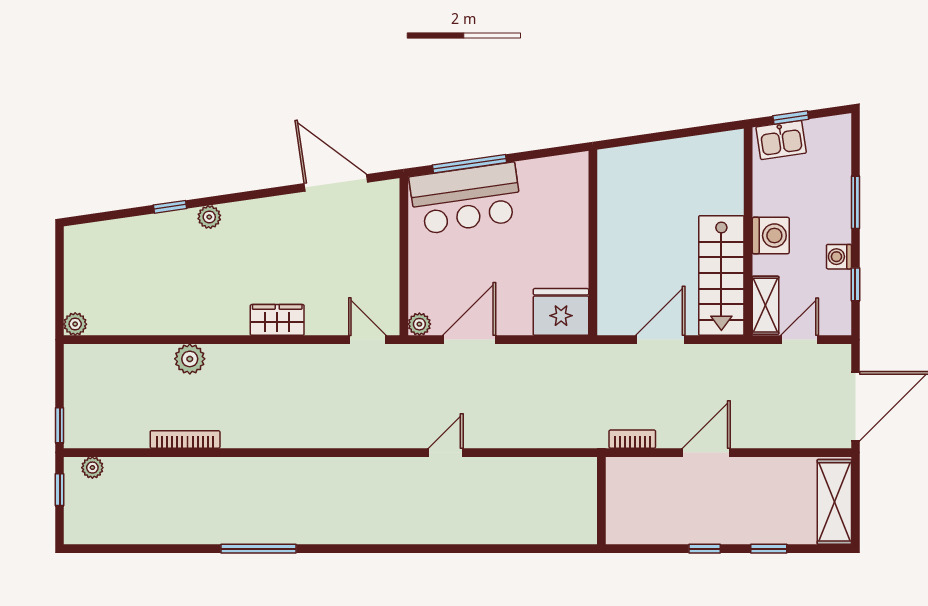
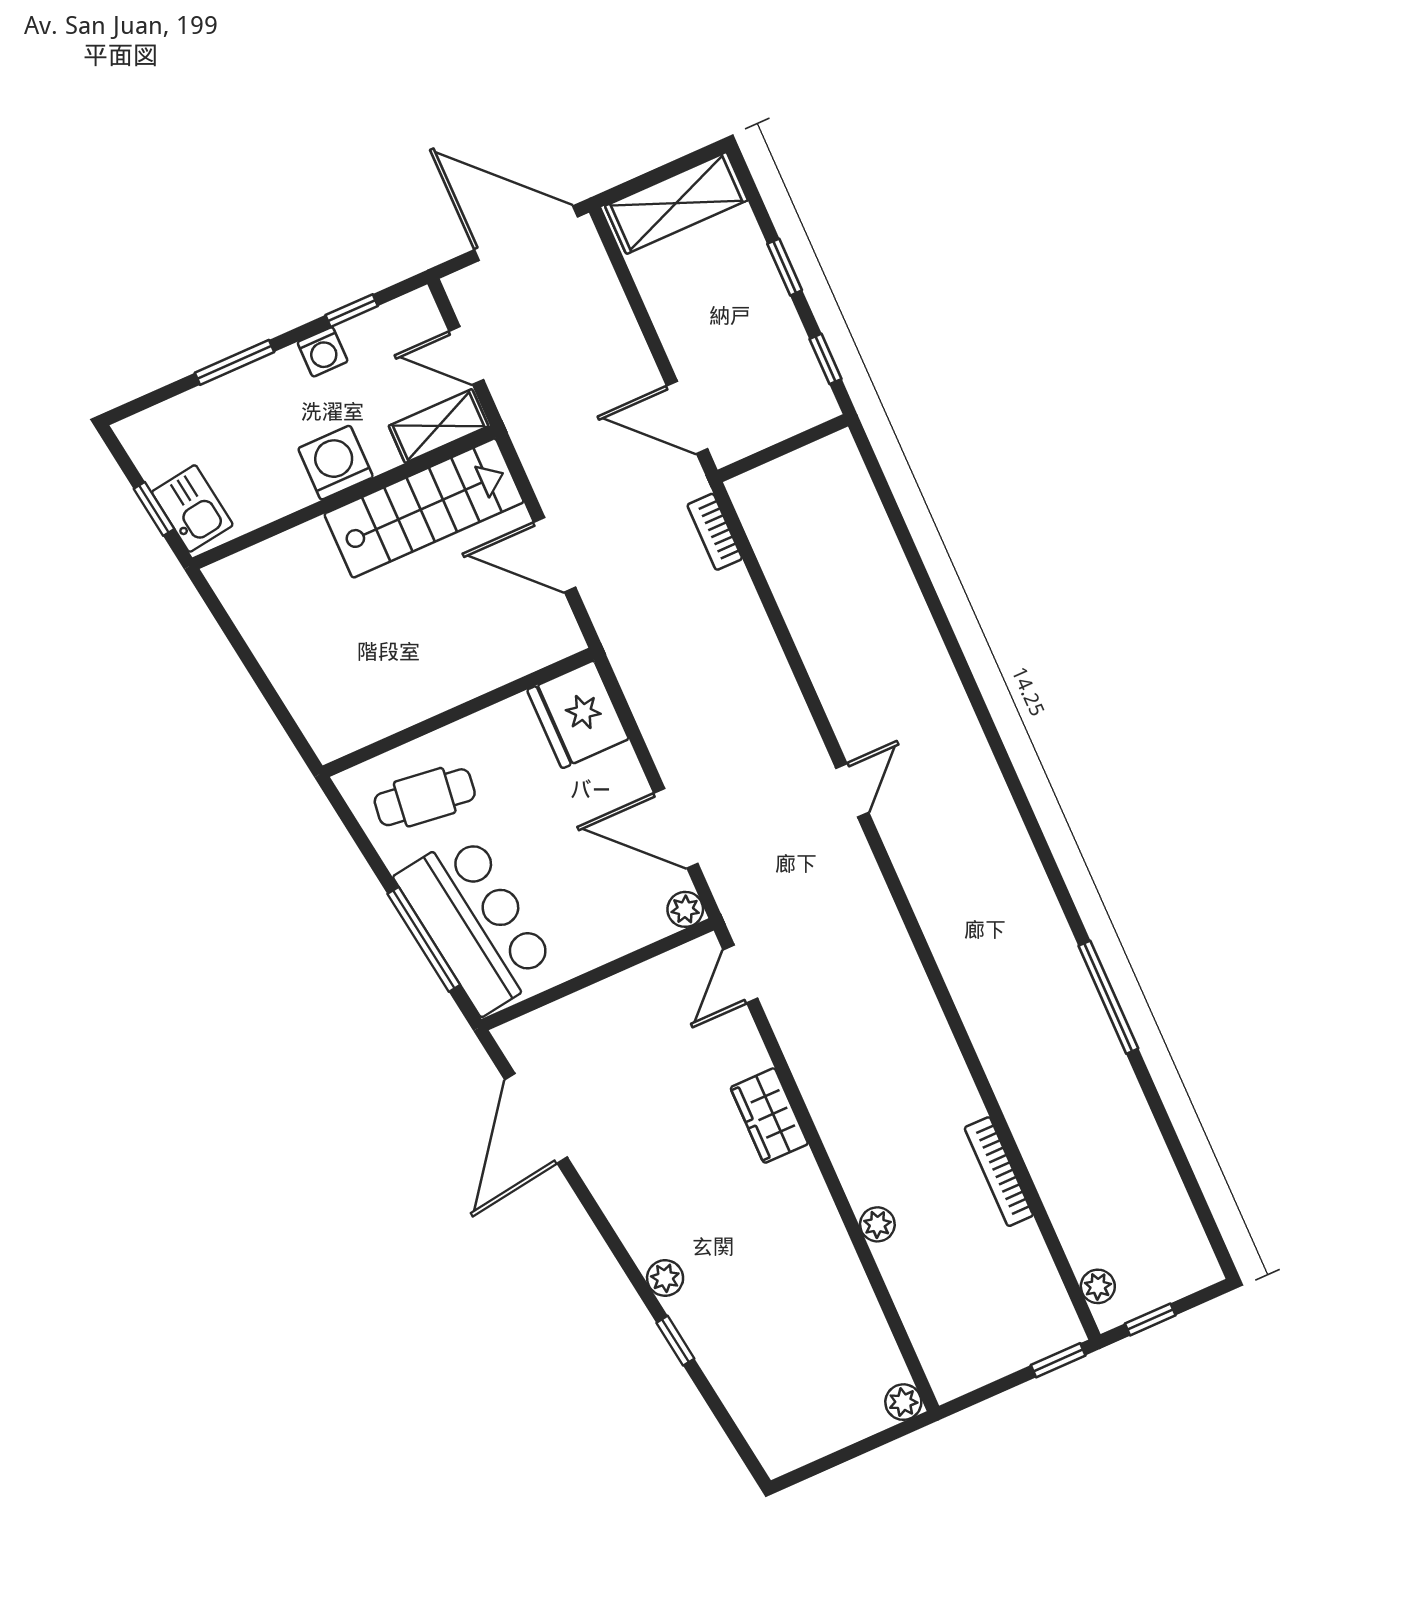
cafe table: (552, 201) -> (425, 797), added
plant: (190, 359) -> (877, 1224), width x0.73, depth x0.73
door: (446, 453) -> (852, 790), swing flipped
wall: (601, 501) -> (783, 448), moved

